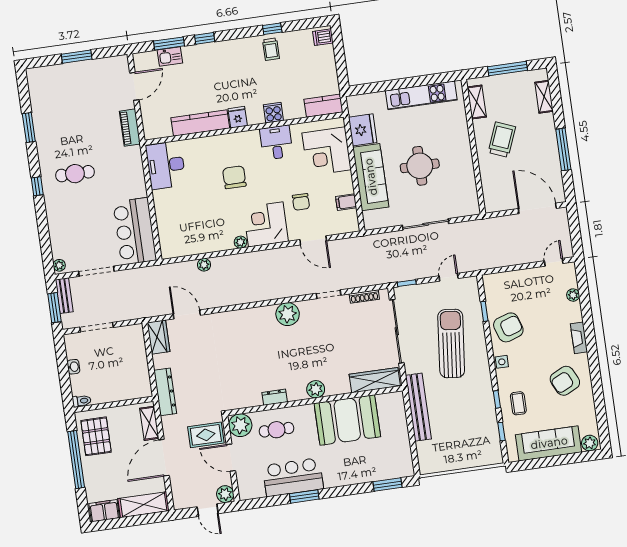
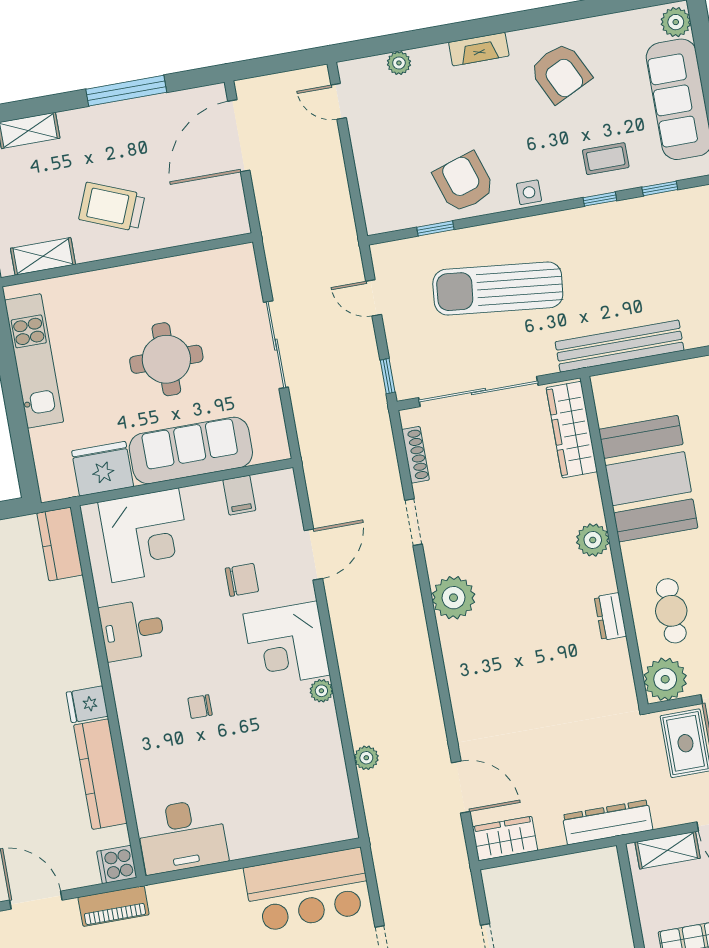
cooker: (273, 113) -> (117, 864), moved
chair: (234, 177) -> (200, 707), width x0.54, depth x0.54
door: (187, 314) -> (461, 787), swing flipped

